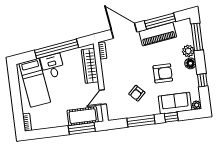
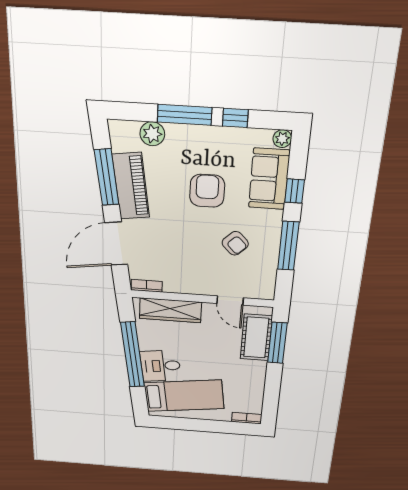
window: (197, 37) -> (185, 115), moved
plant: (188, 51) -> (152, 134), moved
floor lamp: (190, 63) -> (197, 135), removed

